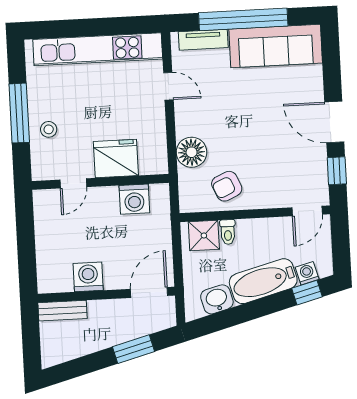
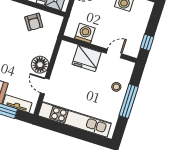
floor lamp: (192, 152) -> (40, 65), moved
armchair: (227, 186) -> (34, 22), turned 81
window: (25, 222) -> (147, 43), added

